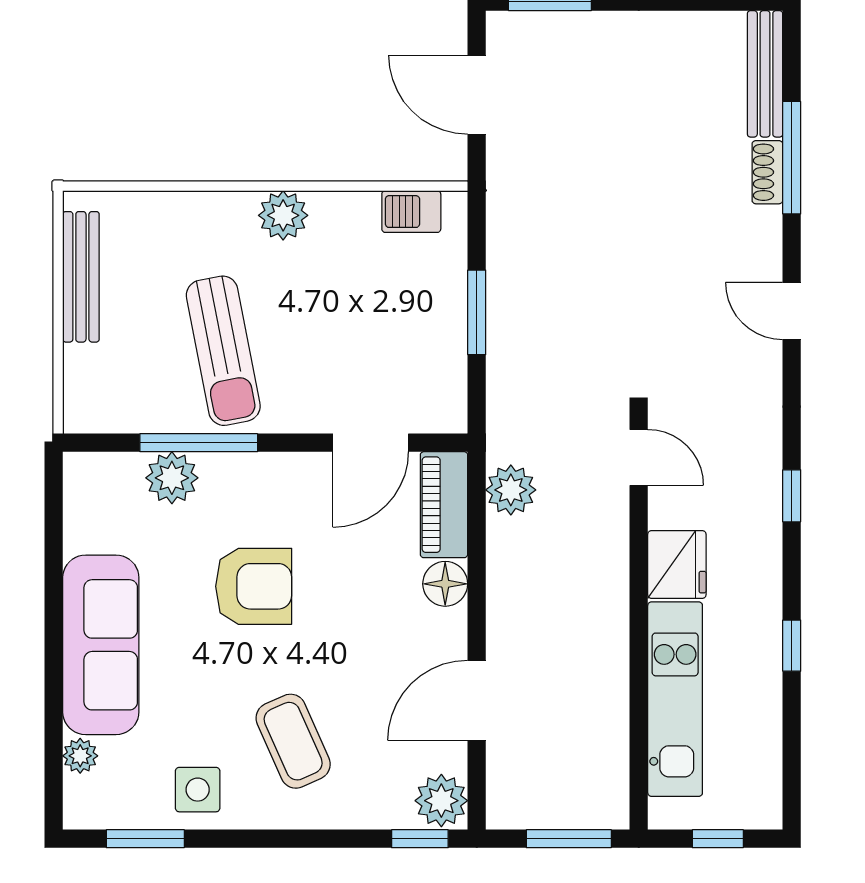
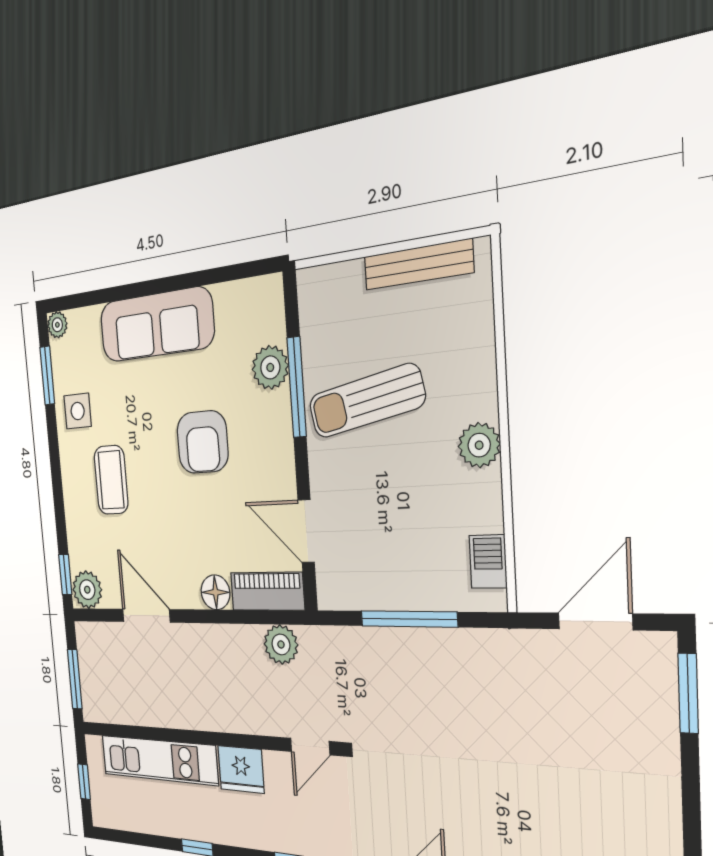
window: (477, 312) -> (409, 619), width x1.44
coffee table: (293, 741) -> (111, 480), turned -66
plant: (80, 756) -> (57, 325), moved

